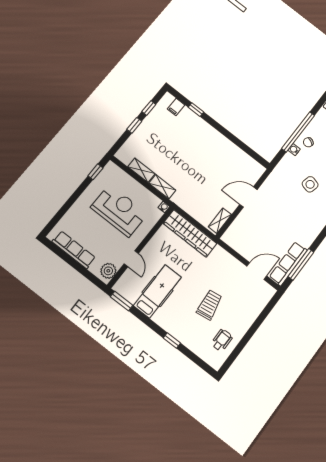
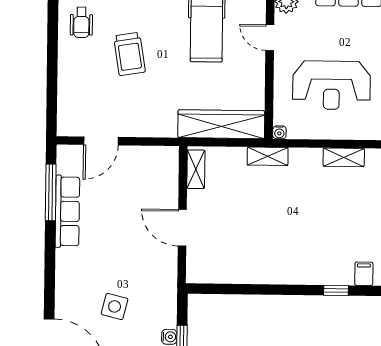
shelving: (162, 187) -> (268, 156), moved
door: (248, 197) -> (182, 228), swing flipped
row of seats: (288, 264) -> (67, 211), moved

